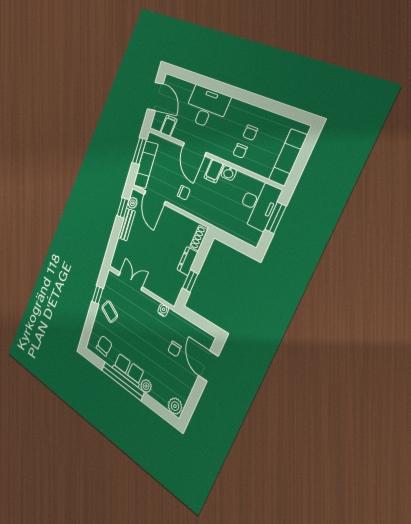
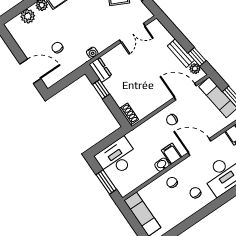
chair: (250, 133) -> (195, 193), moved
desk: (258, 204) -> (117, 158), moved, turned 90
dresser: (187, 261) -> (100, 70), moved
plant: (175, 406) -> (28, 16), moved

